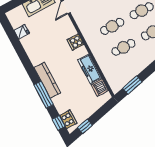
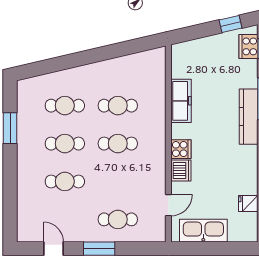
window: (132, 85) -> (133, 46), removed
dishwasher: (100, 88) -> (181, 171), moved

